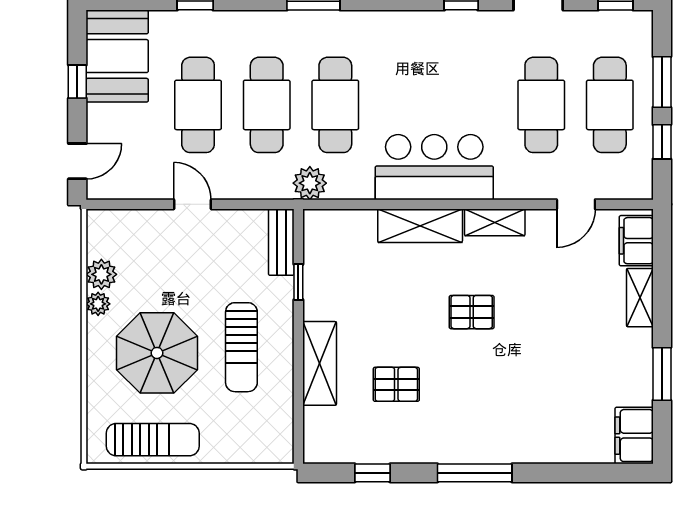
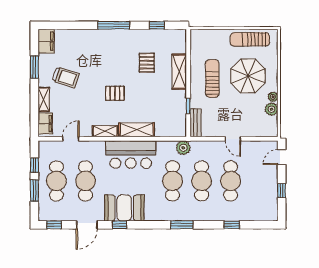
booth: (117, 56) -> (124, 208), moved, turned 90
trolley: (588, 350) -> (66, 77), added
pallet: (396, 384) -> (147, 63), turned 90

